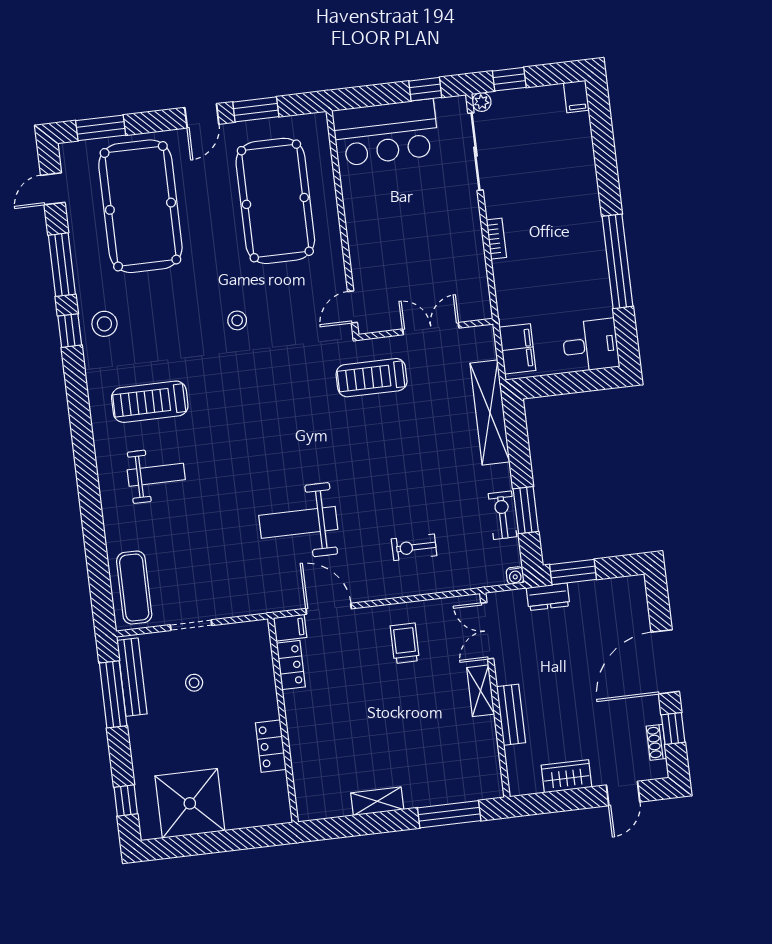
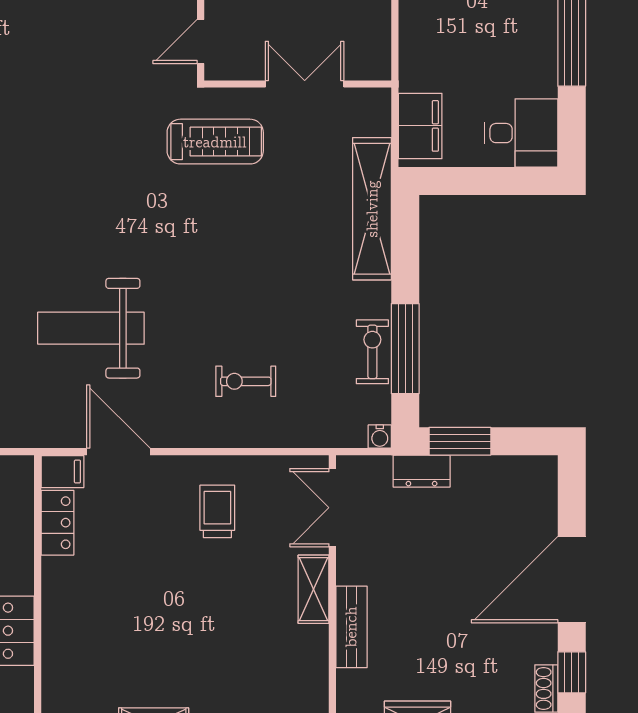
stool: (237, 320) -> (40, 41), removed
treadmill: (372, 378) -> (215, 142), turned 180
window: (526, 510) -> (405, 349), width x1.44

